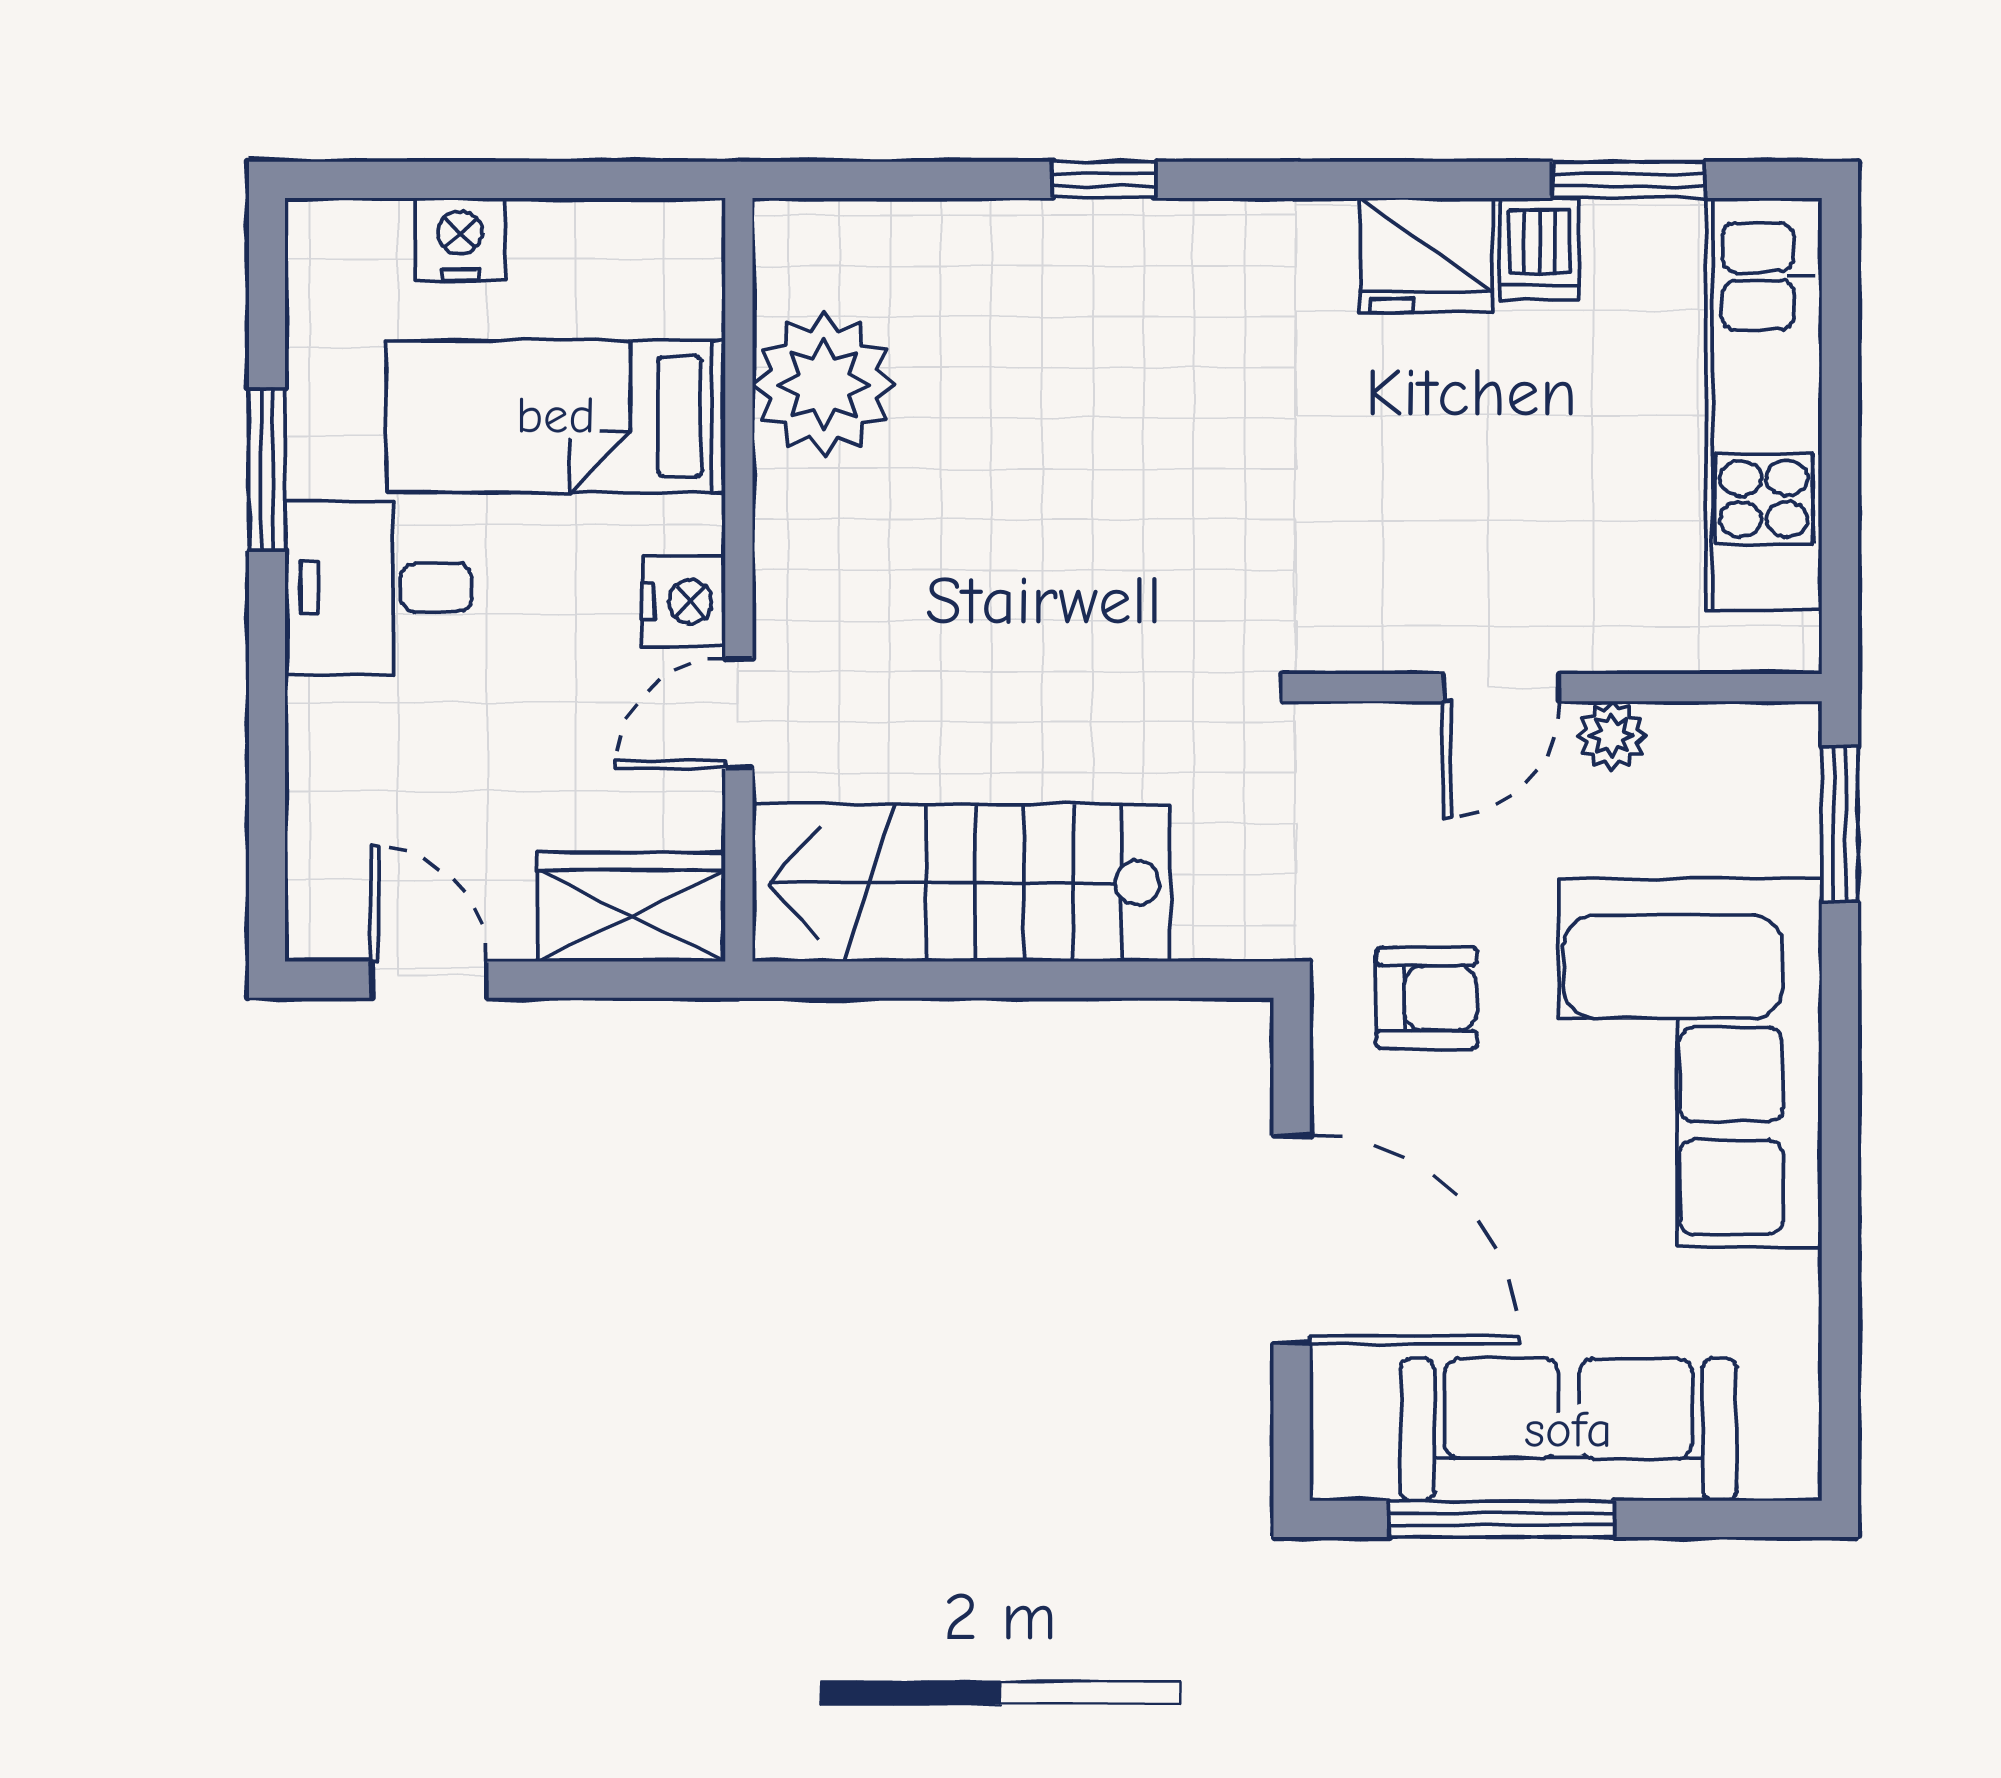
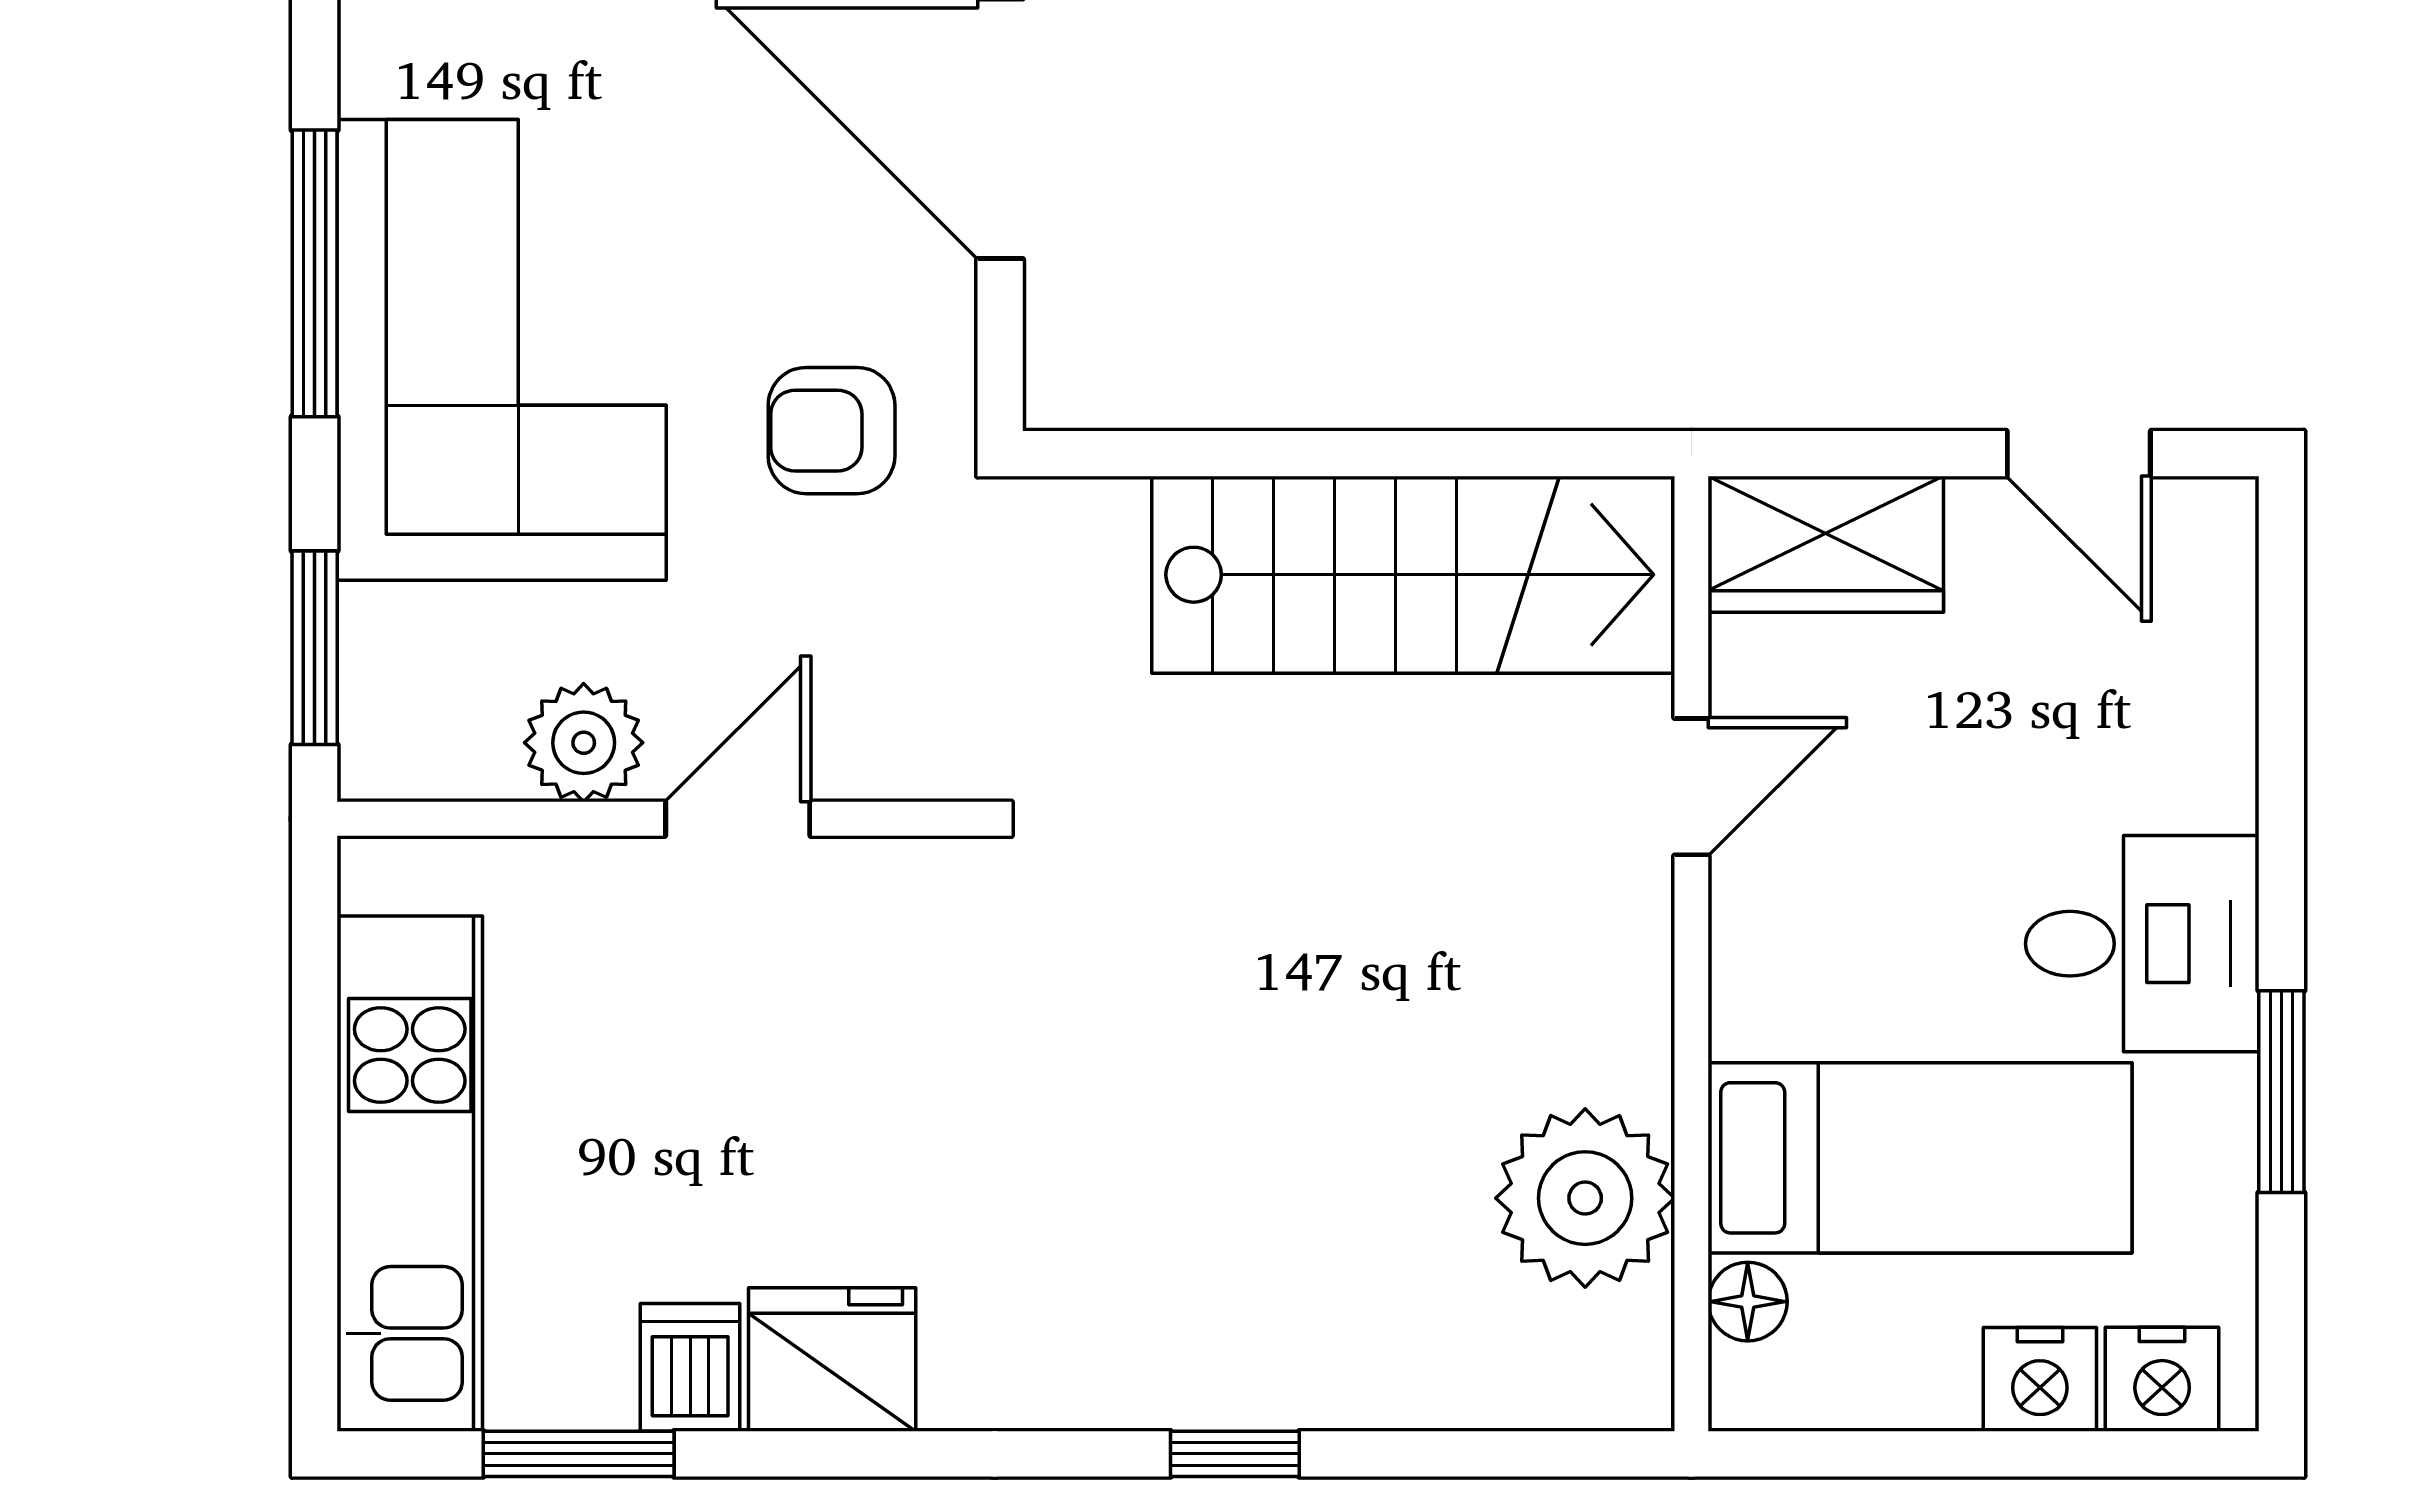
floor lamp: (694, 302) -> (1748, 1302), added
nightstand: (684, 601) -> (2162, 1379), moved, turned -90
plant: (1612, 736) -> (584, 743), width x1.38, depth x1.38
window: (1840, 1124) -> (315, 273), added

